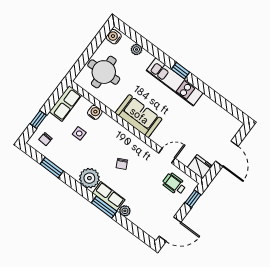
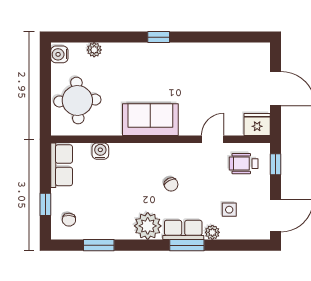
kitchen unit: (175, 82) -> (161, 54), removed
side table: (79, 133) -> (229, 210), moved

